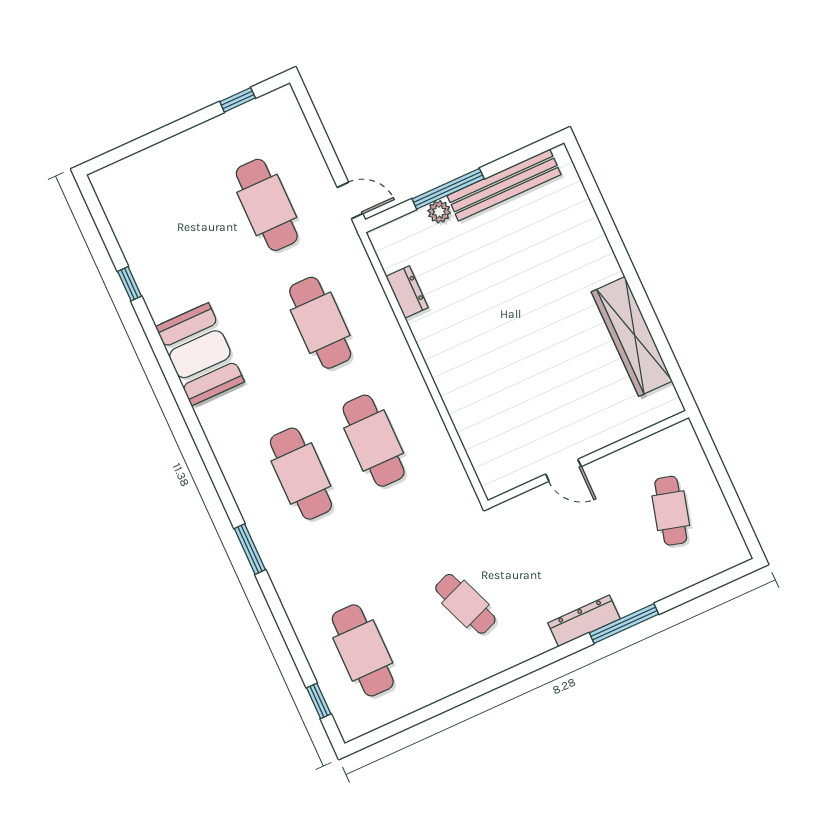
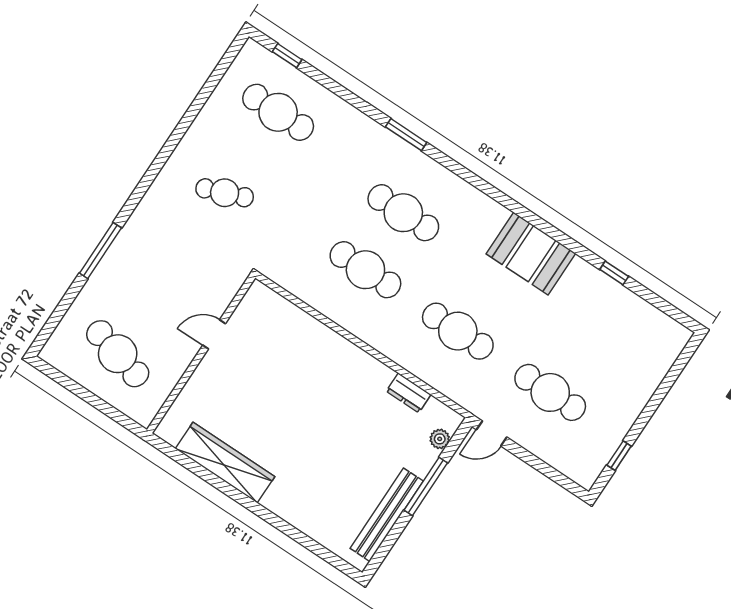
plant: (439, 212) -> (440, 439), moved
cafe table: (671, 511) -> (118, 354), width x1.37, depth x1.35
dresser: (584, 621) -> (131, 234), removed

